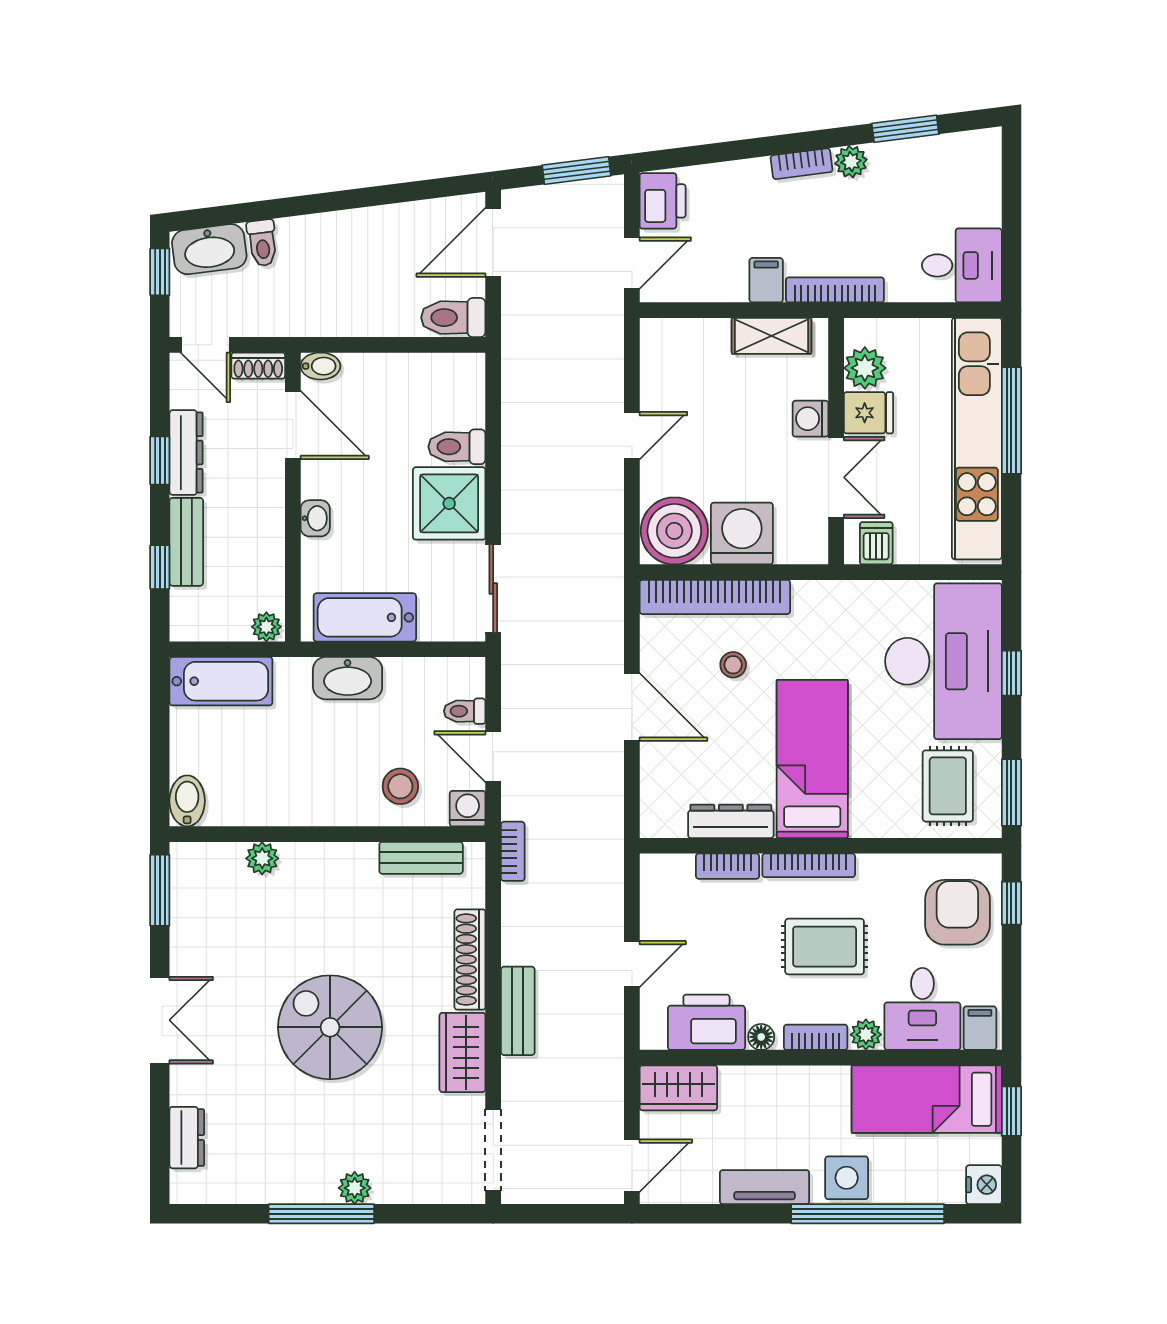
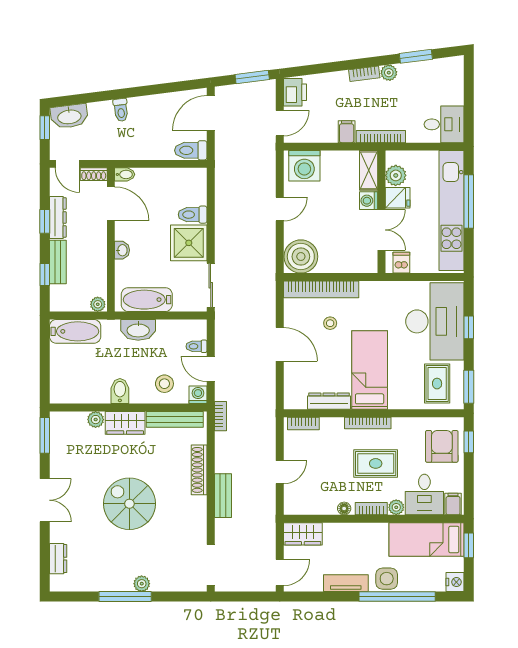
toilet: (262, 243) -> (121, 110), moved
shelving: (772, 336) -> (369, 170), moved, turned 90
washing machine: (742, 534) -> (304, 166), moved, turned 180
bidet: (187, 801) -> (120, 391), moved
bench: (421, 858) -> (175, 419), width x1.36
bookcase: (728, 866) -> (303, 423), moved
printer: (706, 1022) -> (317, 501), removed
wardrobe: (462, 1052) -> (125, 423), moved, turned -90

